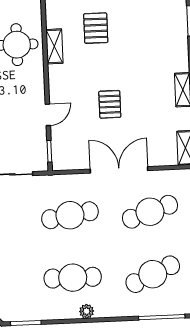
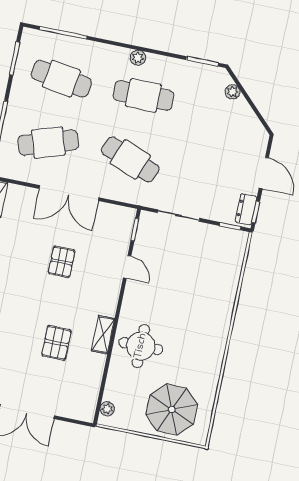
door: (48, 115) -> (127, 267), swing flipped
cafe table: (70, 215) -> (130, 159), turned 30
cafe table: (153, 274) -> (61, 79), turned 33

